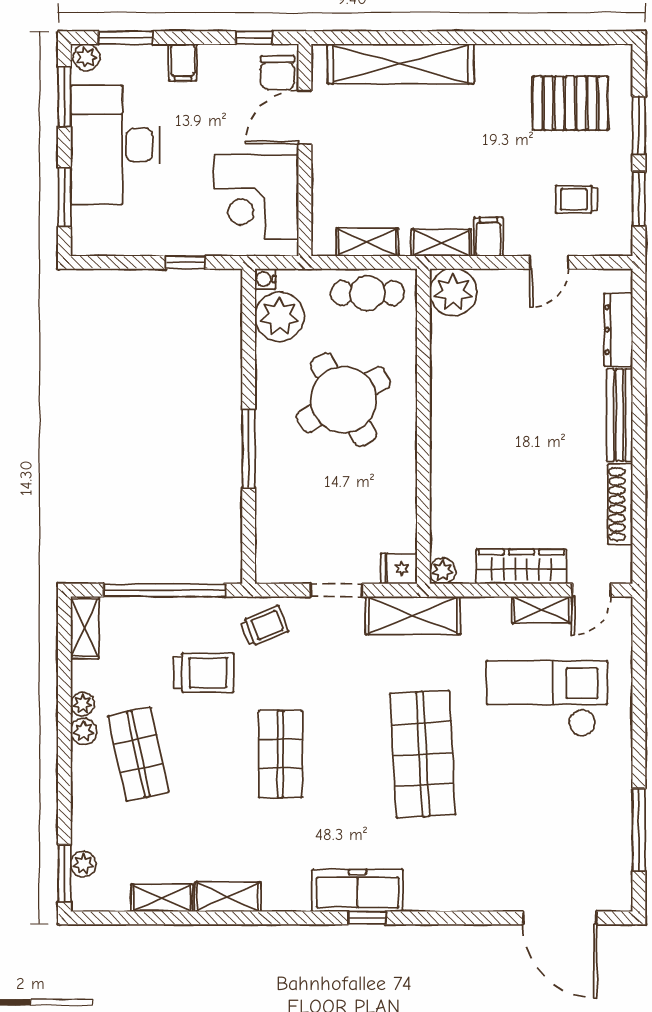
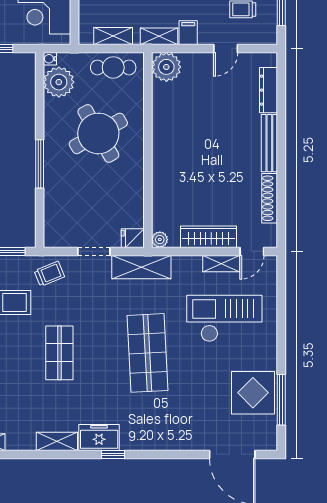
display table: (593, 818) -> (253, 393), added
freezer: (358, 891) -> (99, 437), width x0.71
shelving: (228, 897) -> (57, 441), moved

